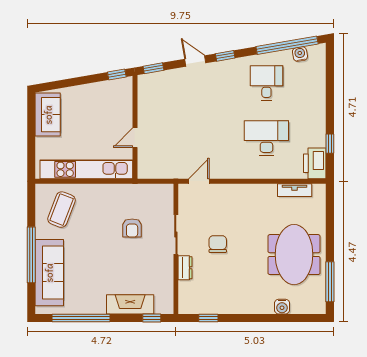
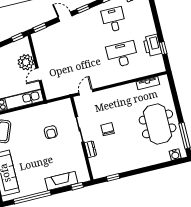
plant: (120, 115) -> (26, 62), added
printer: (315, 163) -> (152, 45), moved
water cooler: (282, 307) -> (175, 155), moved

